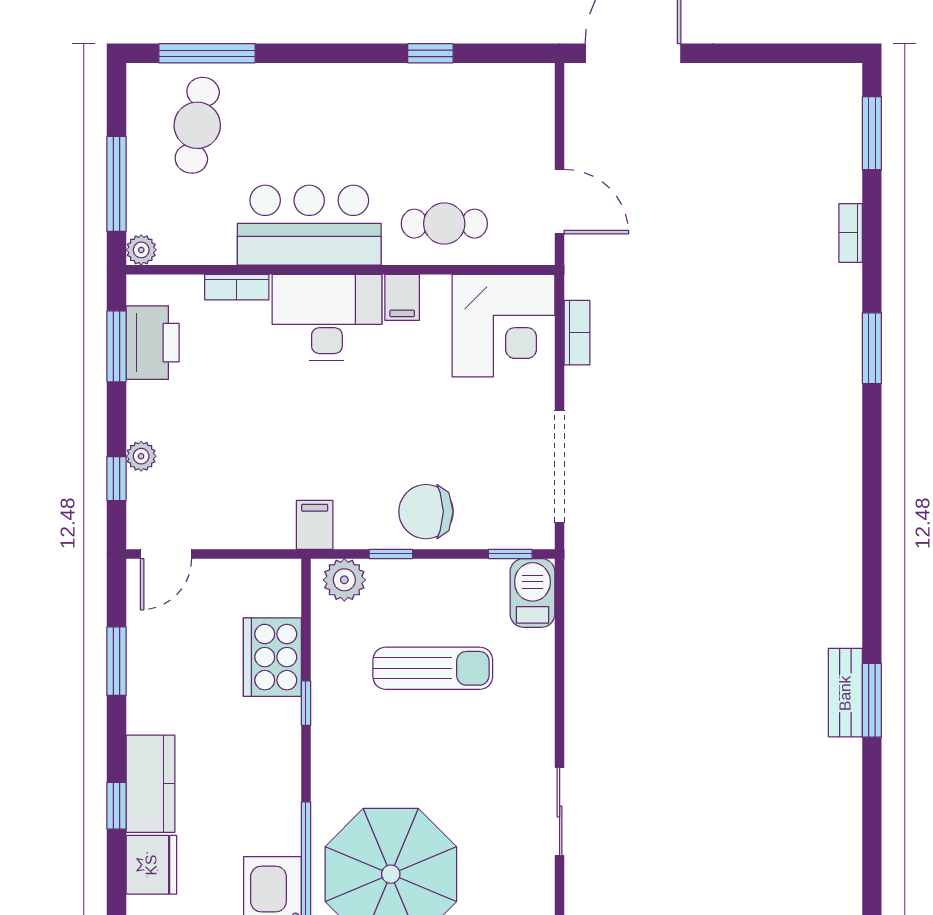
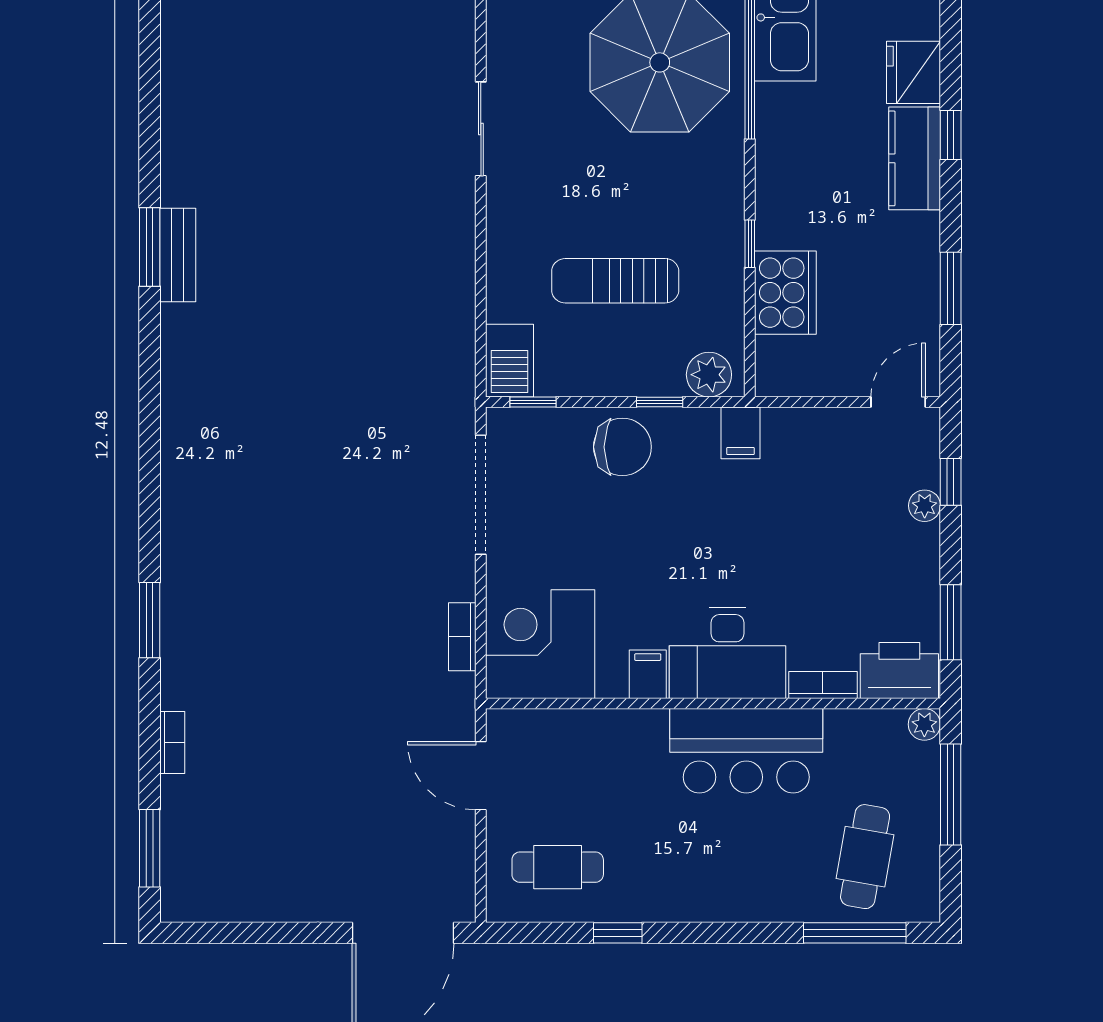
cafe table: (444, 224) -> (558, 867), moved
printer: (153, 343) -> (899, 671), moved, turned 90

